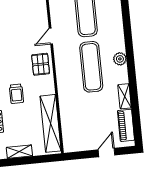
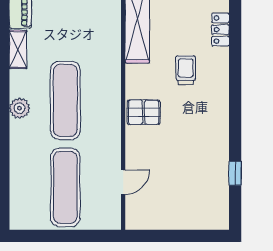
door: (51, 36) -> (123, 182), moved
pallet: (41, 64) -> (144, 112), turned 90

